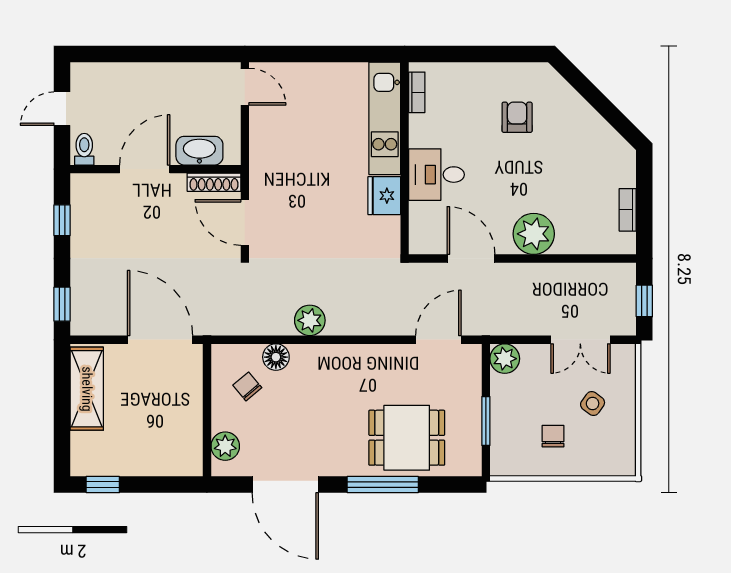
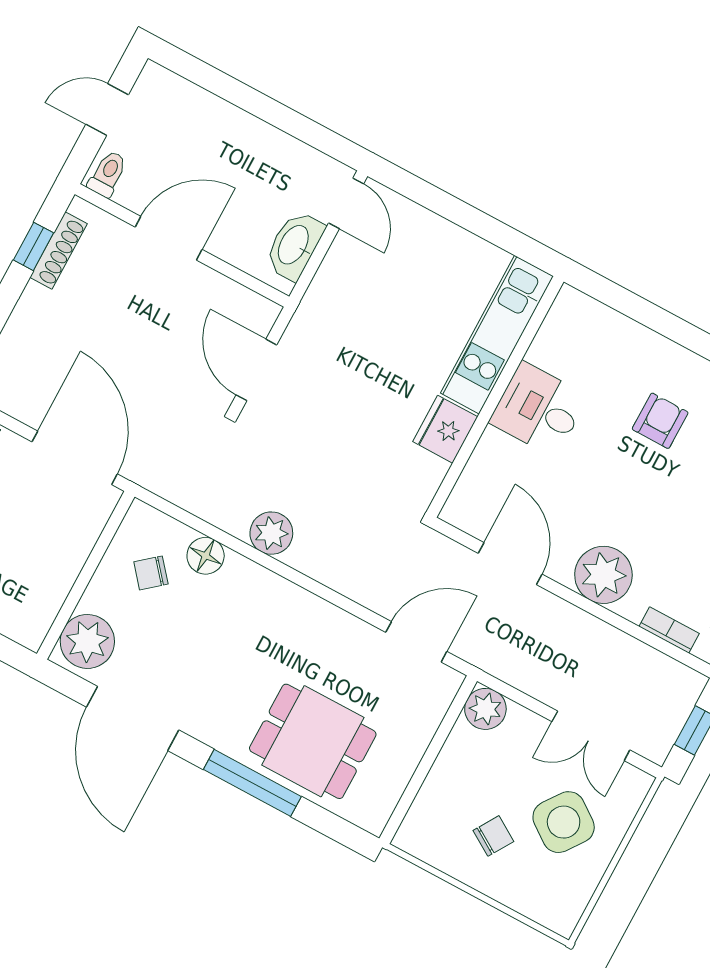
bookcase: (417, 92) -> (669, 630), moved, turned -90
washbasin: (199, 151) -> (294, 245), moved, turned -90
desk: (436, 175) -> (539, 409), moved
shoe rack: (214, 182) -> (58, 250), moved, turned -90
chair: (247, 386) -> (151, 573), turned -90
side table: (593, 403) -> (564, 822), width x1.87, depth x1.87
window: (486, 421) -> (421, 773), removed
chair: (553, 436) -> (493, 836), turned 32
plant: (225, 446) -> (87, 641), width x1.36, depth x1.36

